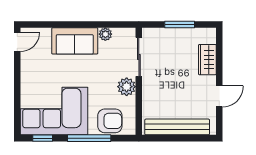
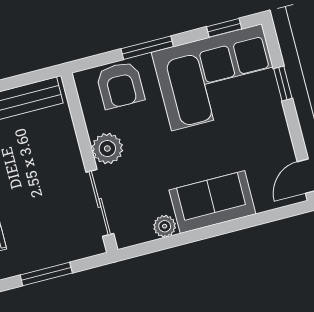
window: (17, 98) -> (283, 83), added
armchair: (110, 121) -> (120, 85), turned -90
window: (89, 138) -> (147, 48), width x0.69

